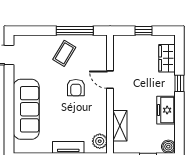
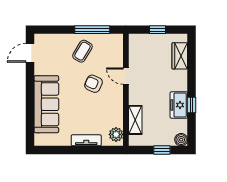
window: (179, 83) -> (192, 105), moved
armchair: (76, 88) -> (93, 84), turned 114

